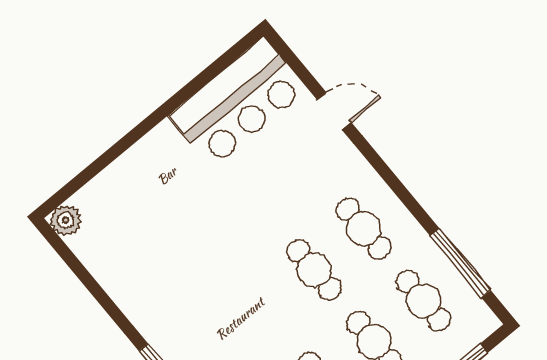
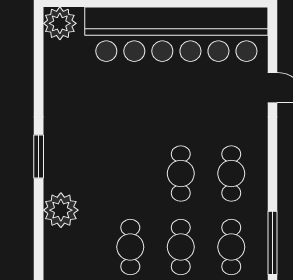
bar counter: (238, 102) -> (176, 34), width x1.86
plant: (66, 220) -> (60, 23), width x1.36, depth x1.36

